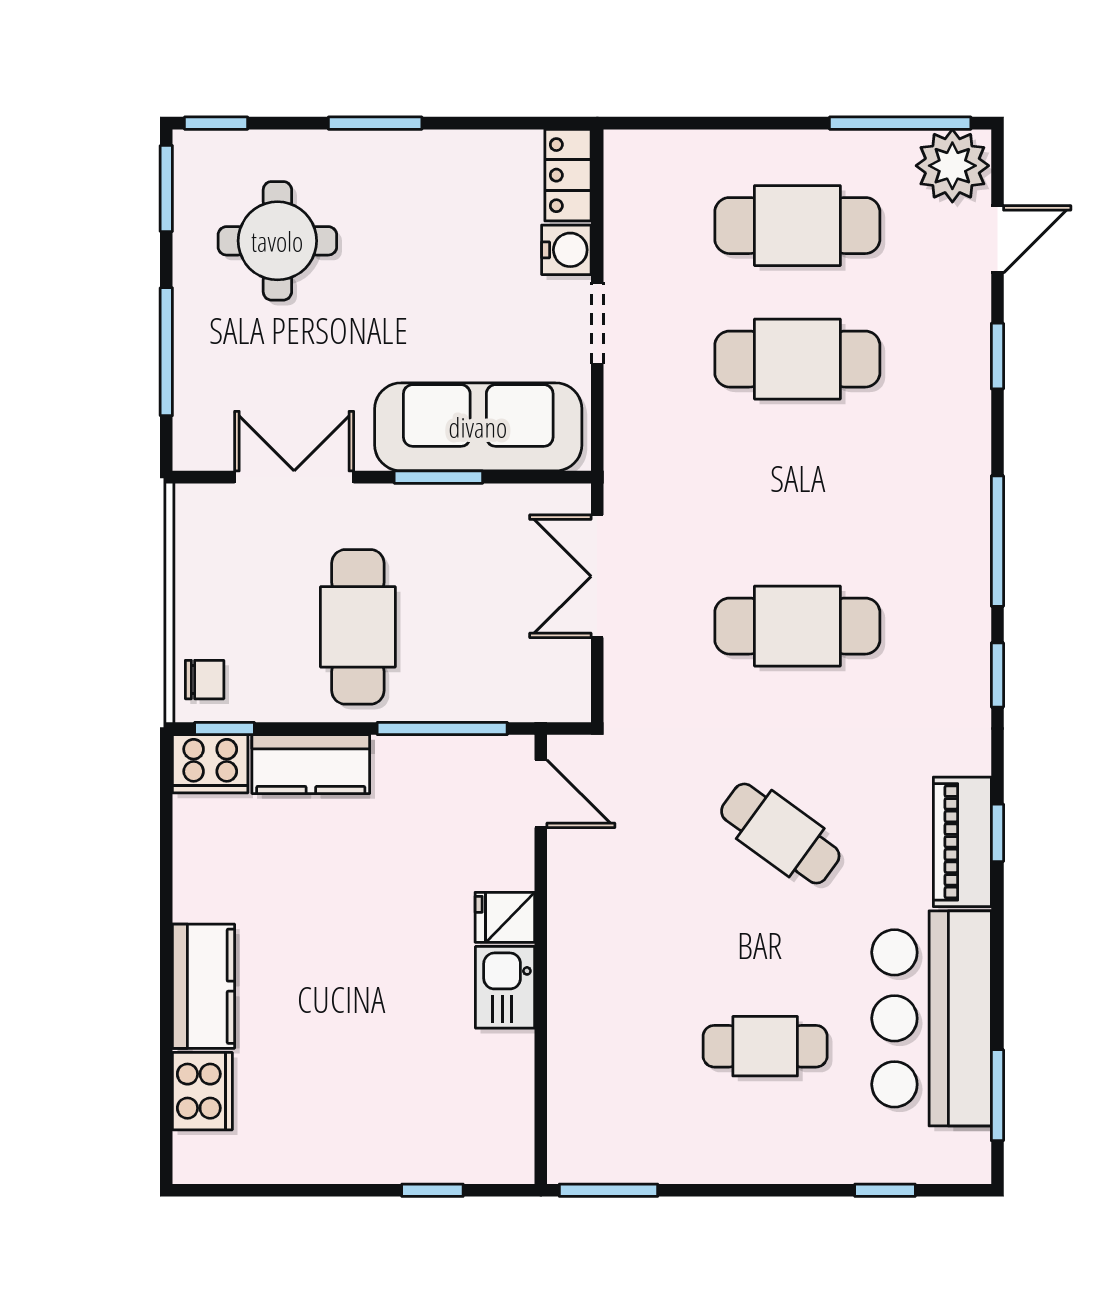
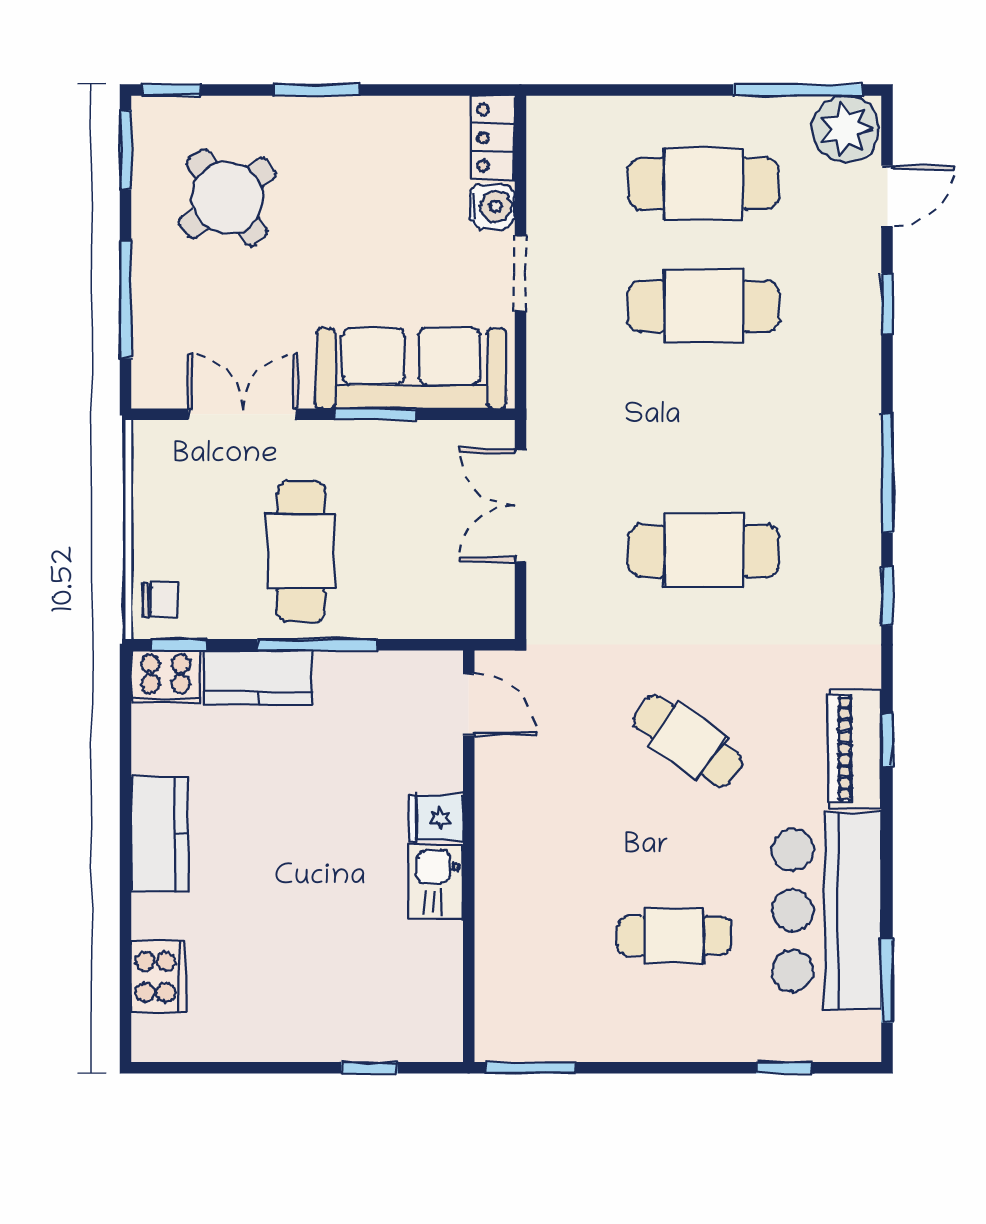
round table: (277, 241) -> (227, 198), turned -37
window: (442, 728) -> (317, 645), moved
kitchen counter: (204, 986) -> (160, 834), moved

